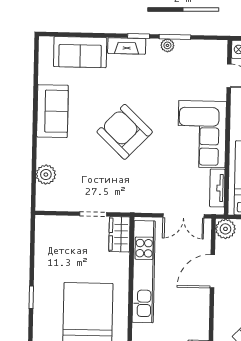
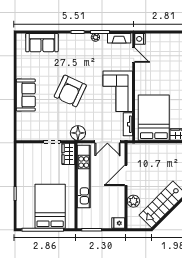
fireplace: (127, 46) -> (119, 38), moved
sofa: (52, 111) -> (26, 95), moved
armchair: (125, 132) -> (70, 91), turned -109
plant: (46, 175) -> (23, 118), removed
floor lamp: (136, 201) -> (78, 133), added
plant: (225, 229) -> (133, 201), moved

